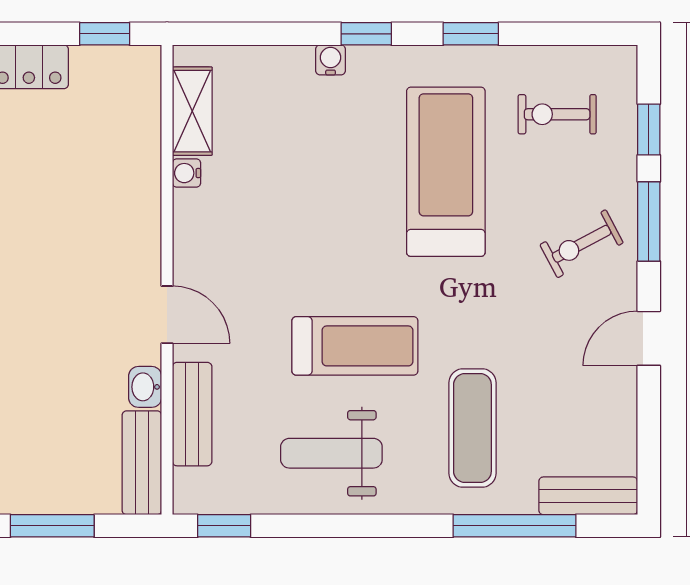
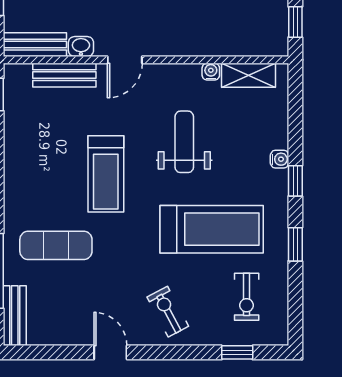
exercise bike: (557, 114) -> (247, 297), turned 180
window: (649, 221) -> (181, 352), removed
weight bench: (331, 453) -> (184, 142), moved

